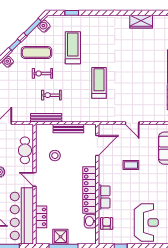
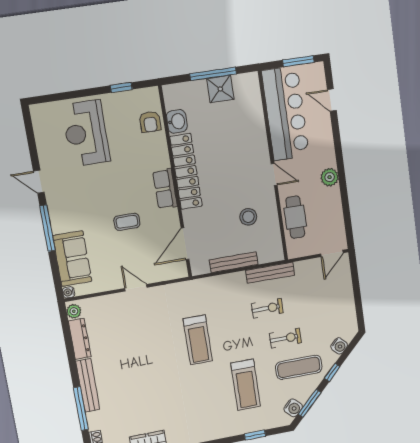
row of seats: (104, 197) -> (165, 189), moved
locker: (41, 217) -> (255, 117), removed

